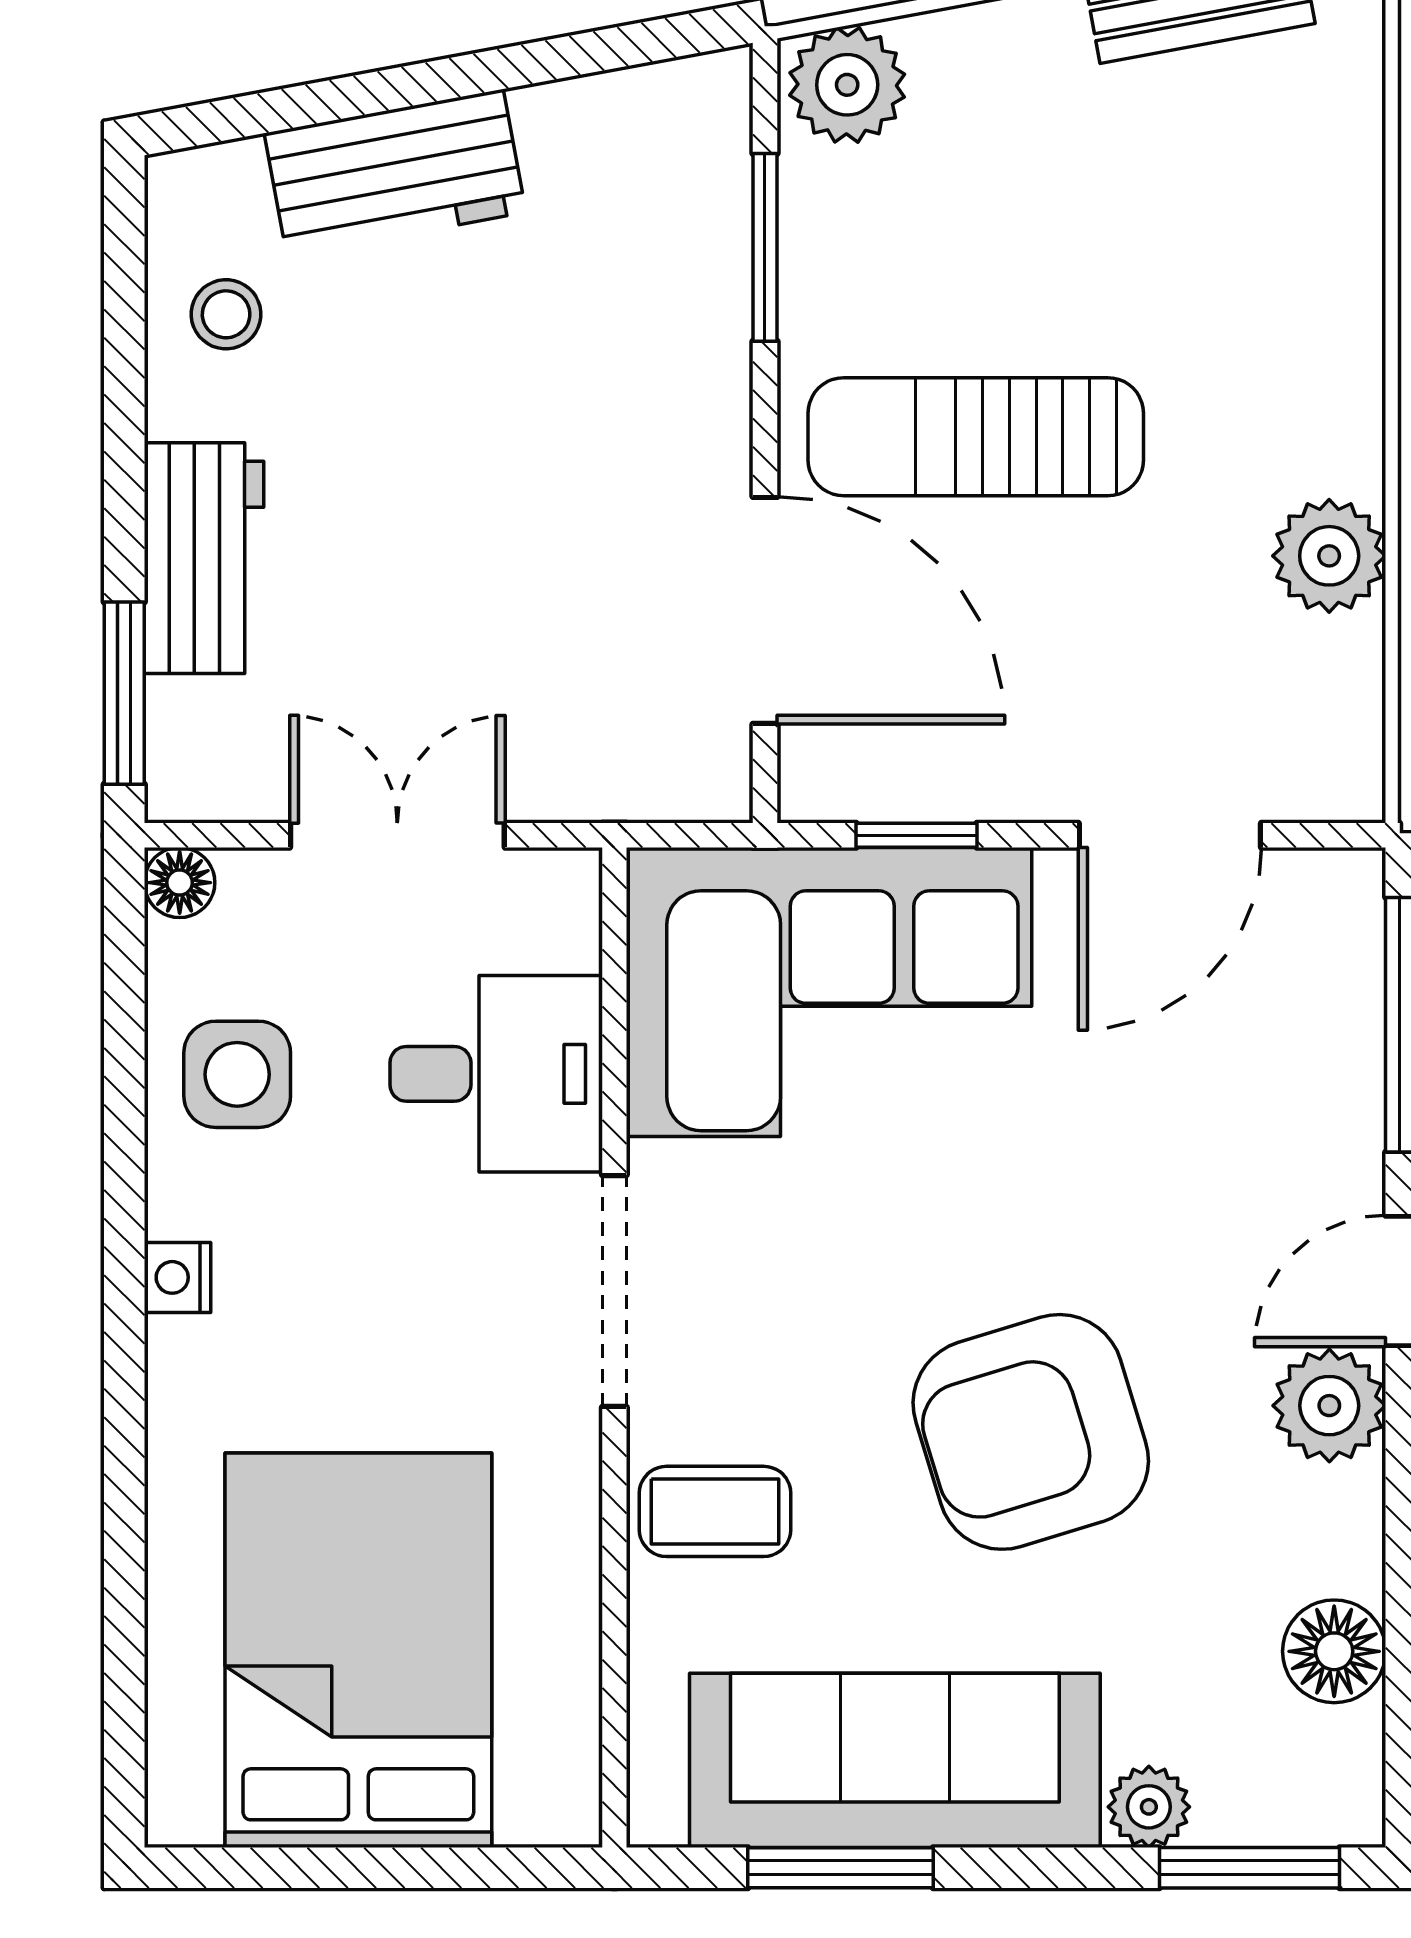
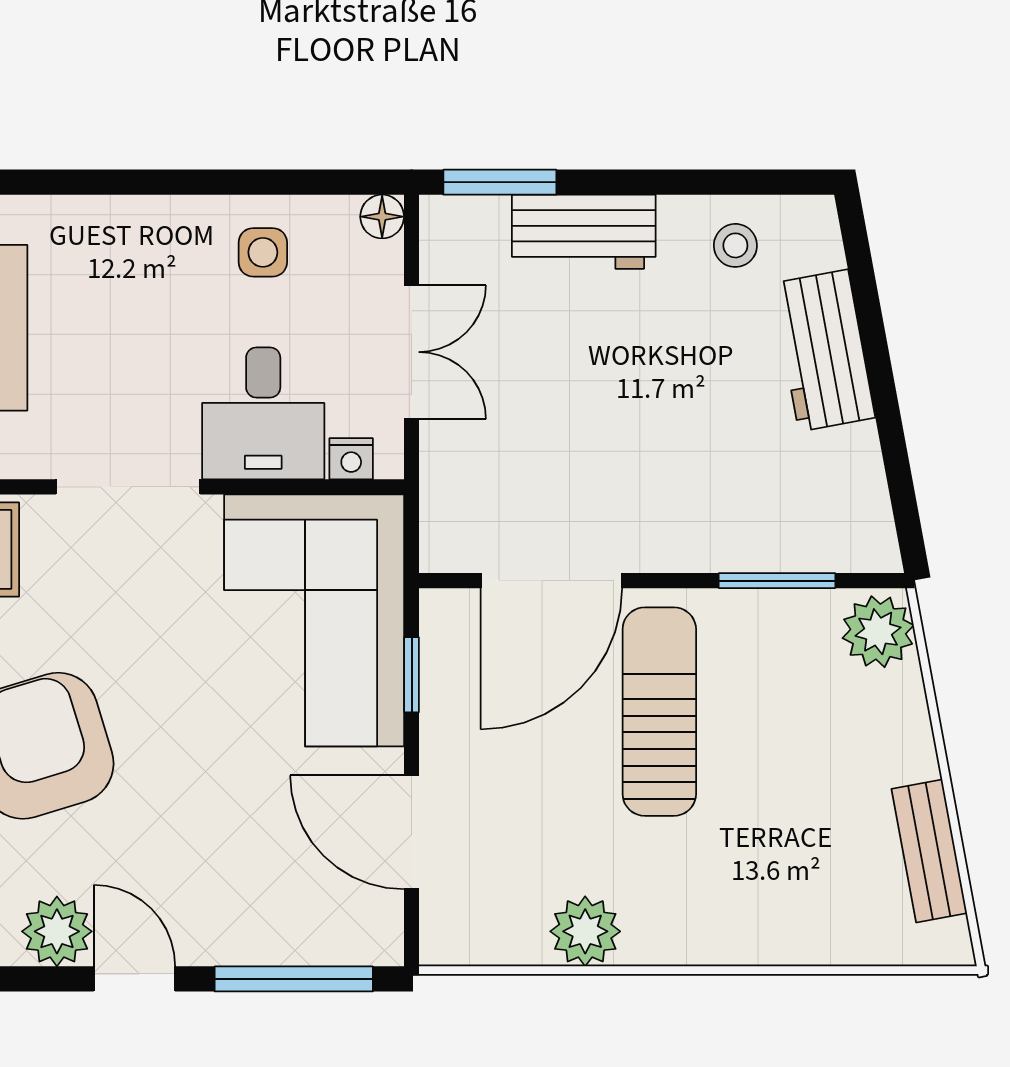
side table: (237, 1074) -> (263, 252), width x0.73, depth x0.73
nightstand: (177, 1277) -> (351, 459), moved, turned 180

